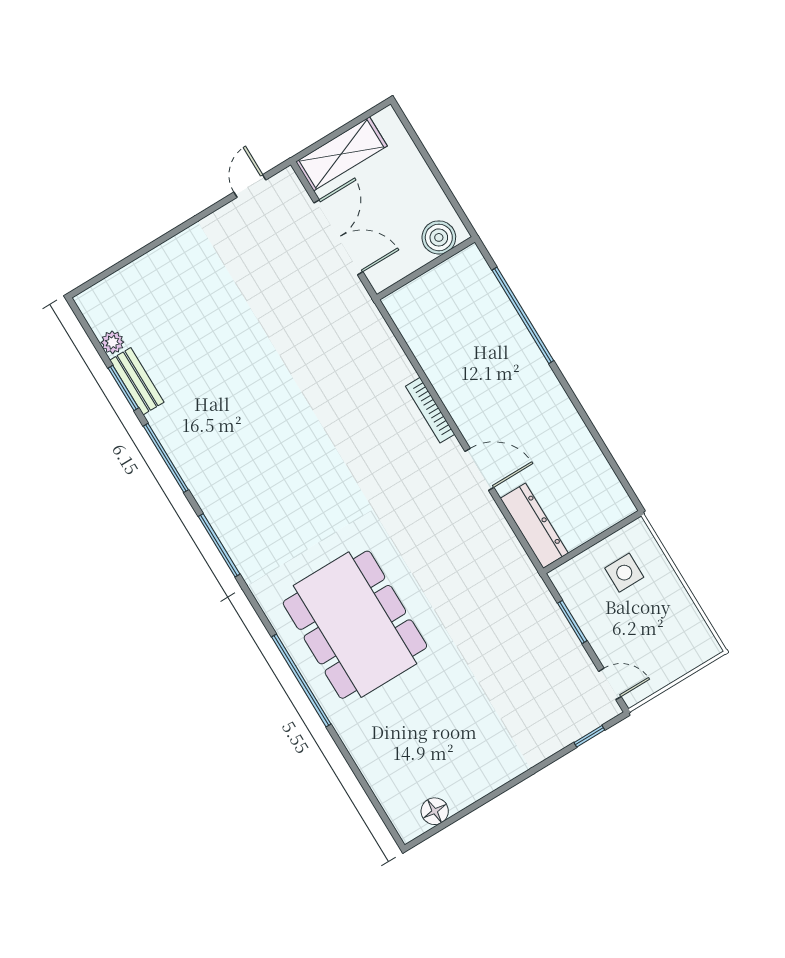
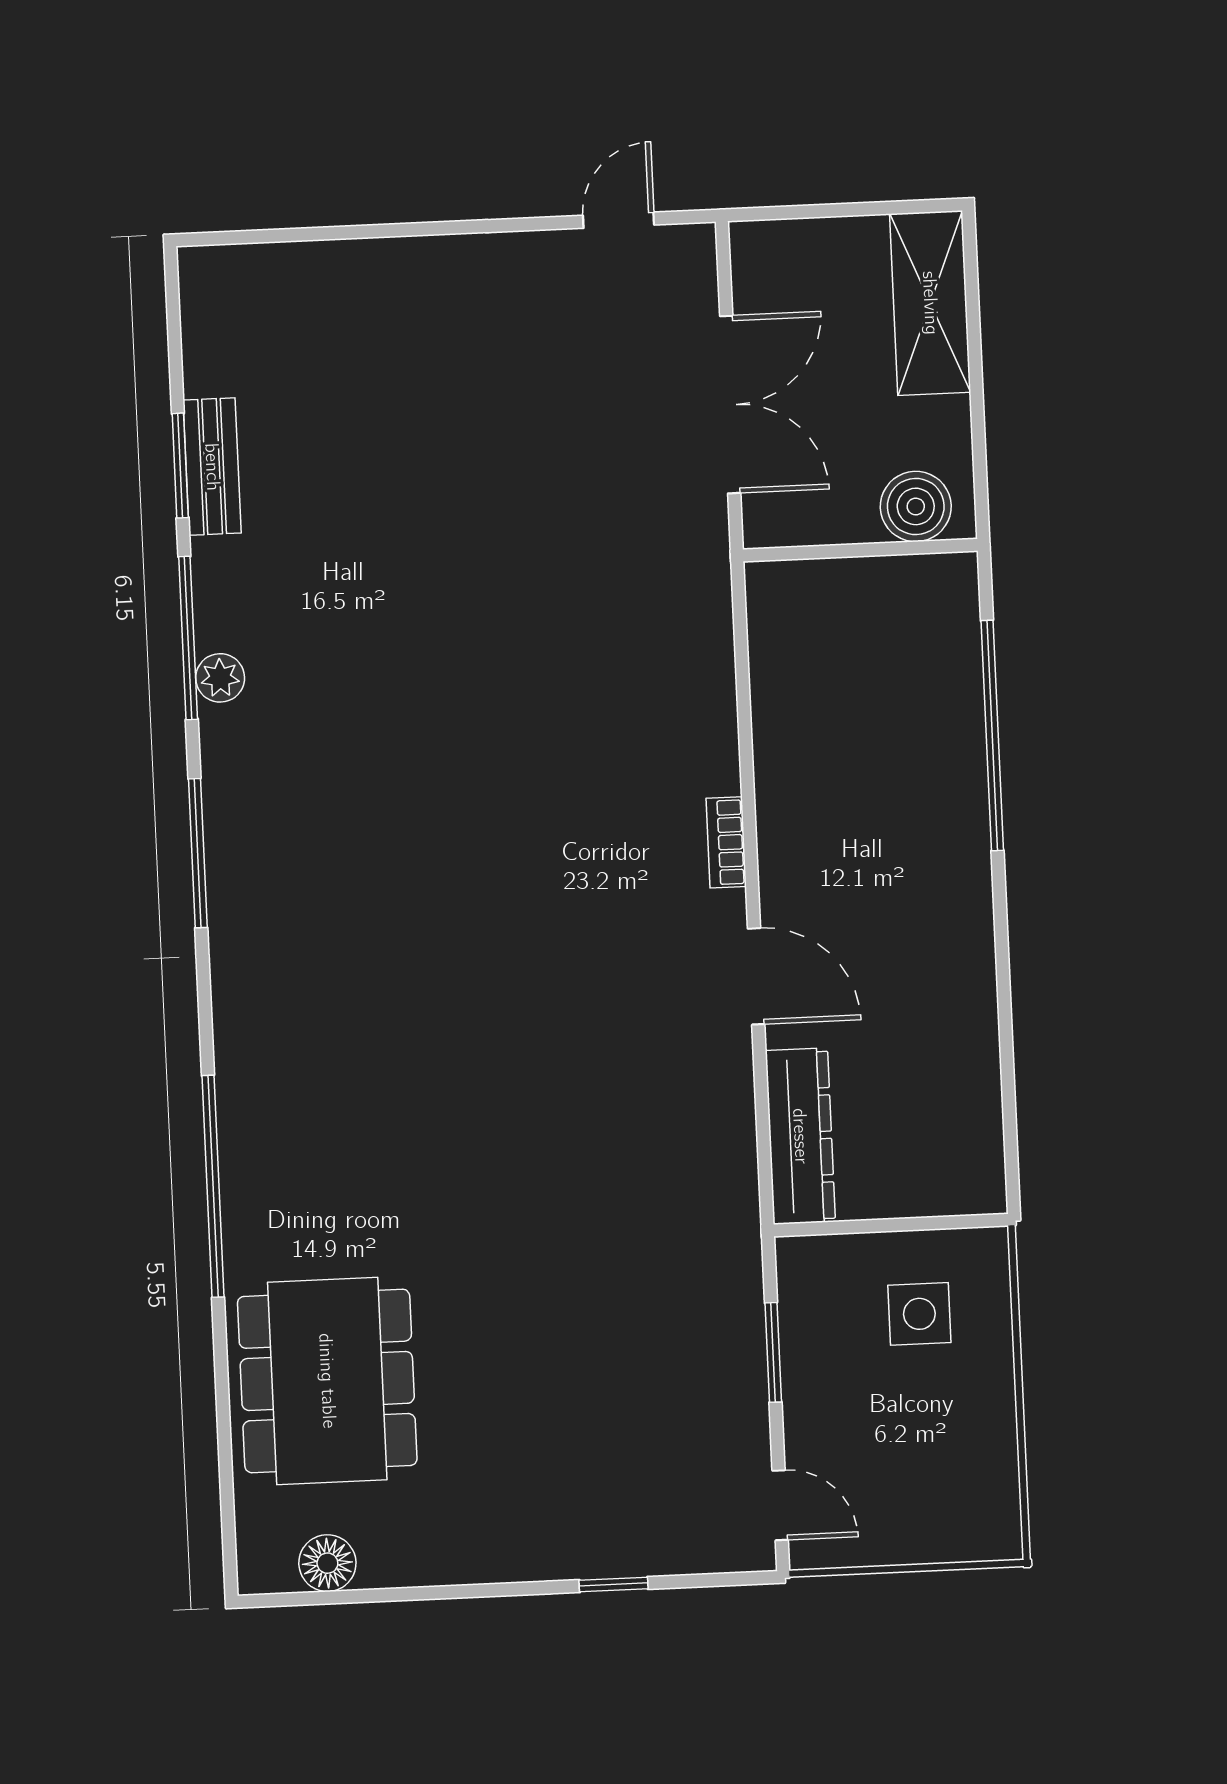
shelving: (341, 154) -> (930, 303), moved, turned 90
plant: (112, 342) -> (220, 678), moved
bookcase: (430, 410) -> (726, 842), width x0.64
dining table: (355, 625) -> (327, 1381), moved, width x0.73, depth x0.80
window: (589, 736) -> (614, 1585), moved

